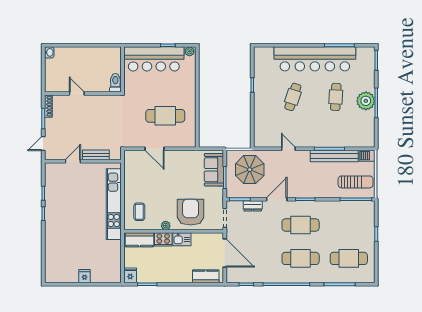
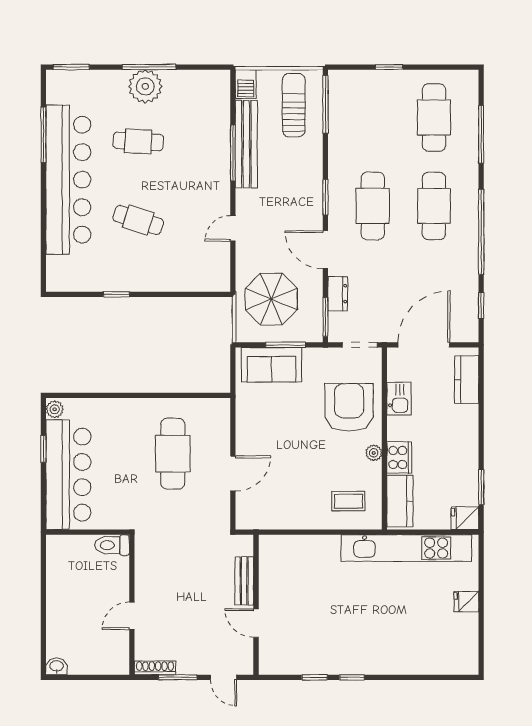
kitchen unit: (114, 204) -> (406, 548), moved
armchair: (191, 212) -> (349, 407), turned 90
kitchen sink: (182, 239) -> (399, 399), moved

